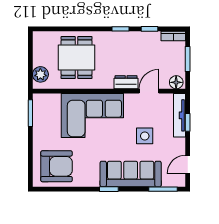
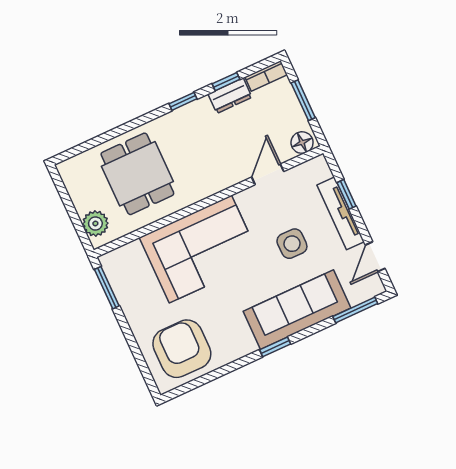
dresser: (126, 82) -> (230, 96), moved, turned 180
tv unit: (180, 115) -> (341, 213), moved
armchair: (57, 166) -> (182, 349), turned -90

